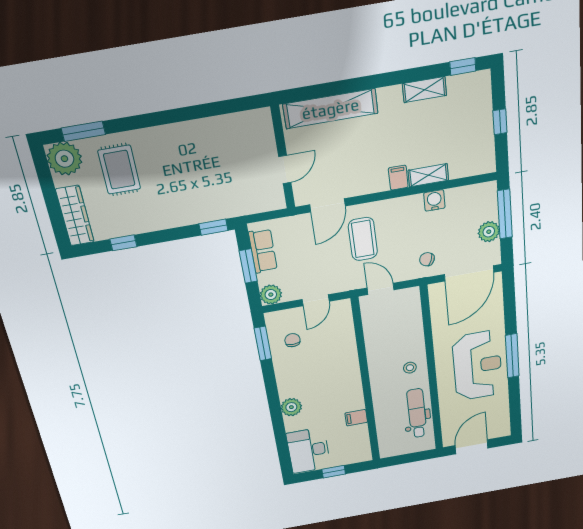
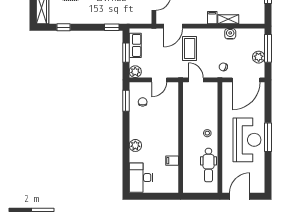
dental chair: (417, 413) -> (208, 165), turned 180
window: (334, 472) -> (154, 196), removed

